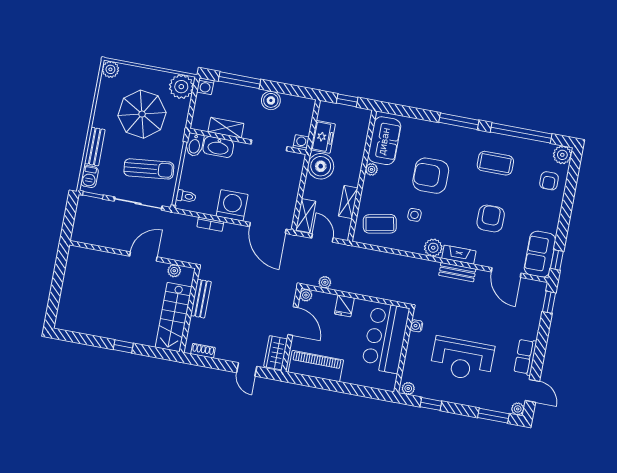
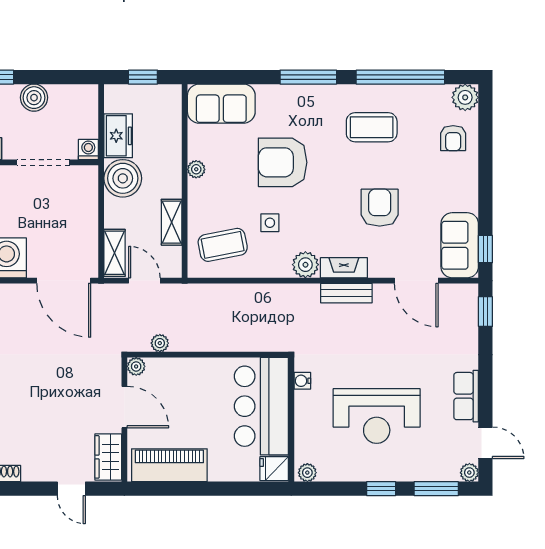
sofa: (384, 141) -> (221, 104), moved, turned 90
fridge: (344, 306) -> (274, 469), moved, turned 90
window: (431, 404) -> (381, 489), moved

